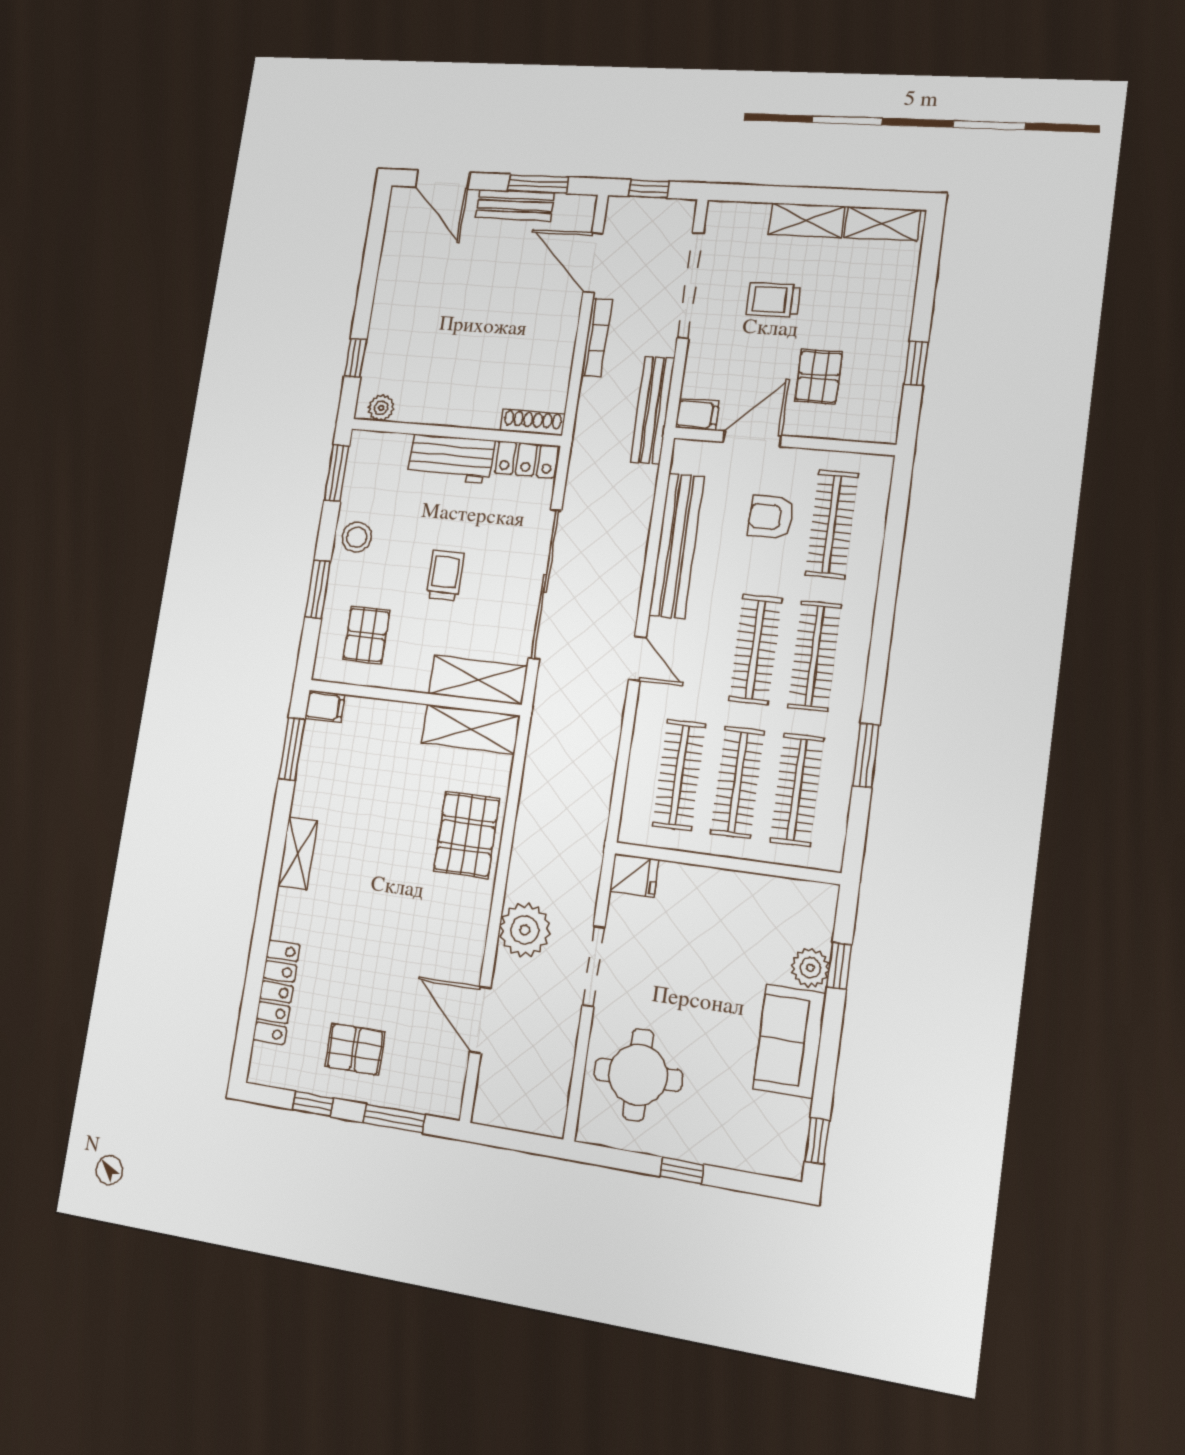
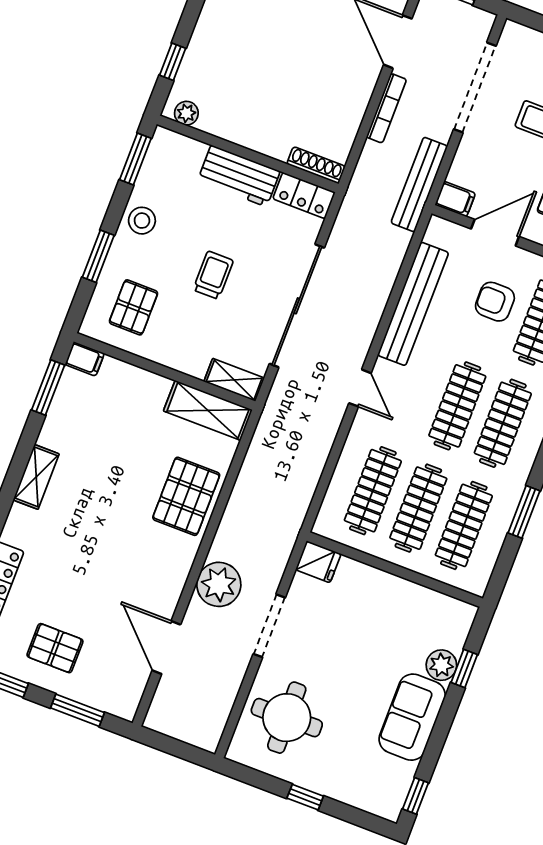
shelving: (478, 680) -> (234, 380), width x0.67, depth x0.75

